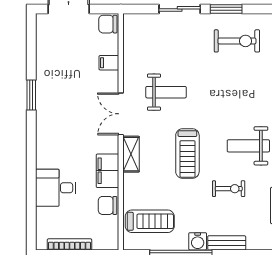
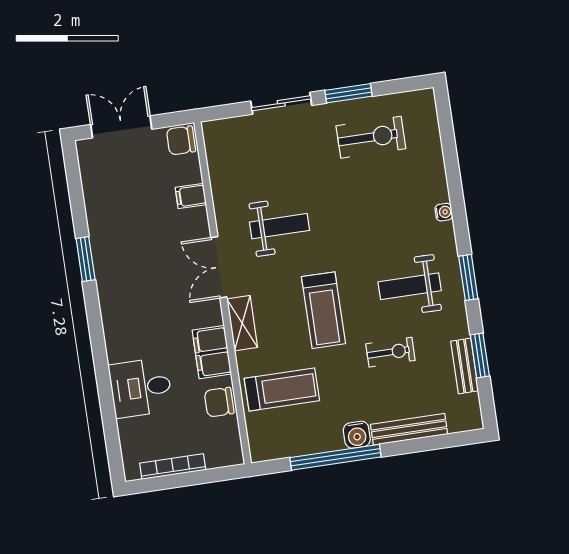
treadmill: (150, 221) -> (282, 389), moved
bench: (227, 243) -> (409, 429), width x1.36

